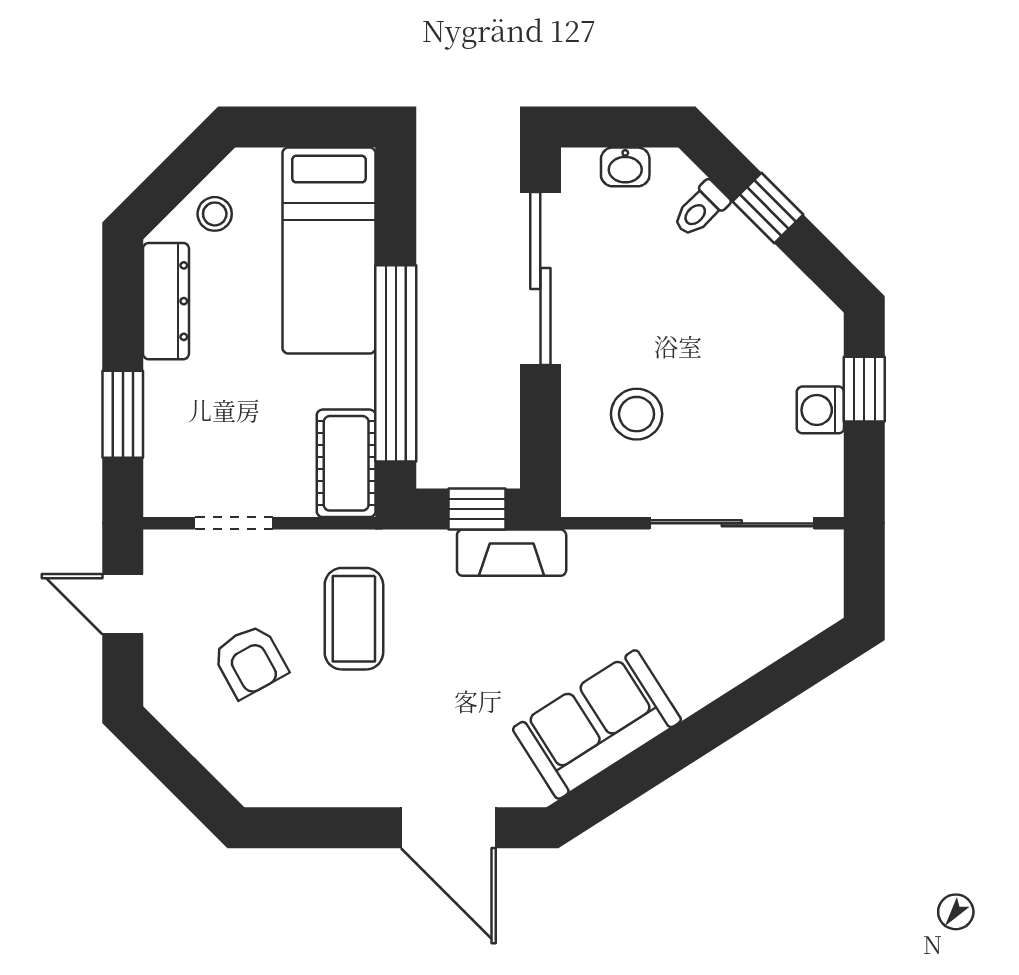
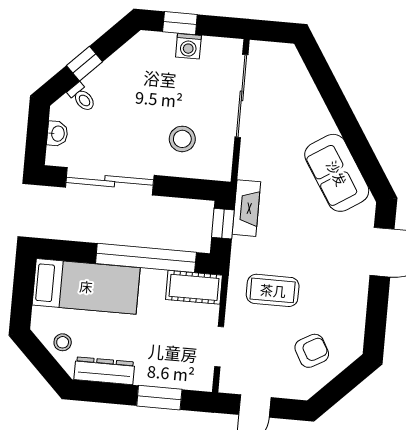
armchair: (250, 661) -> (312, 351), moved

